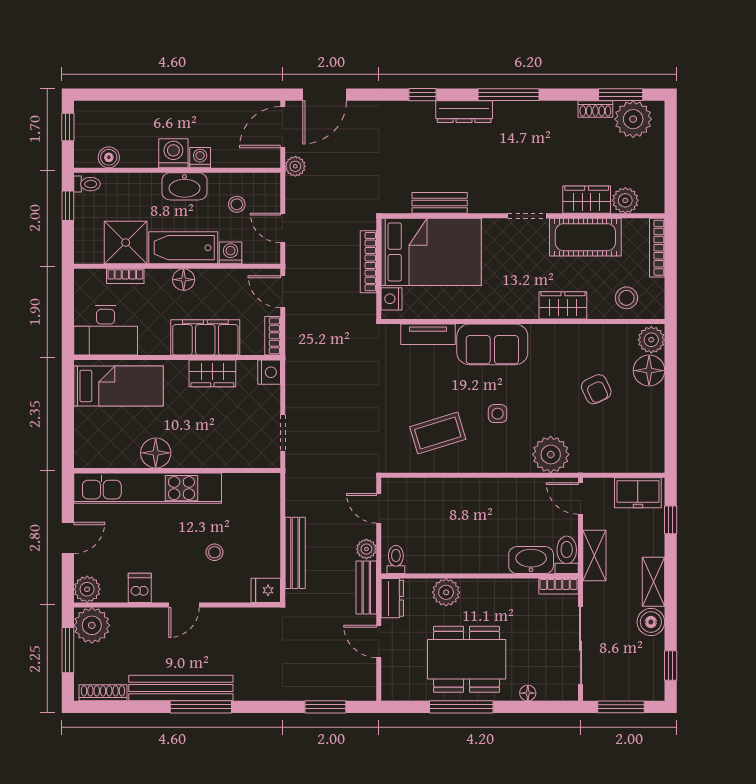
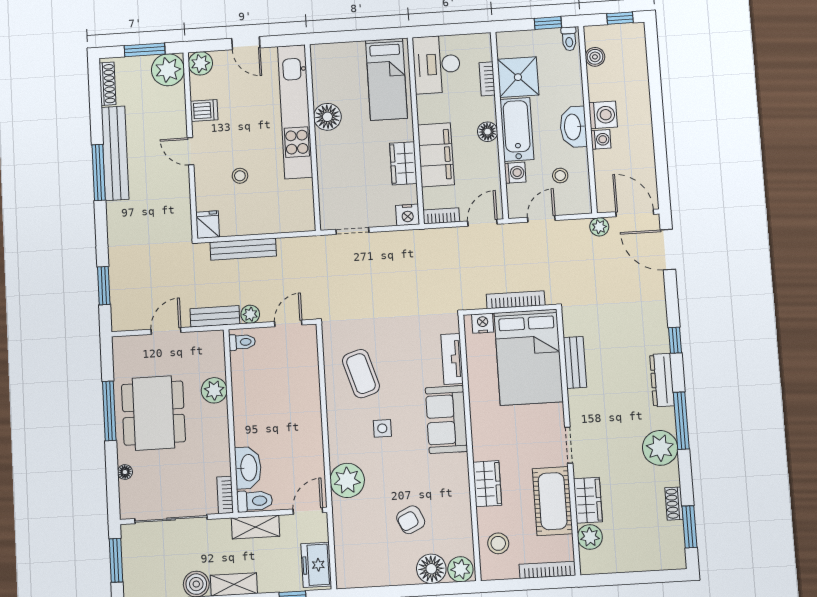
plant: (633, 119) -> (660, 448), moved
dresser: (392, 598) -> (206, 341), removed

